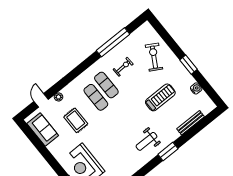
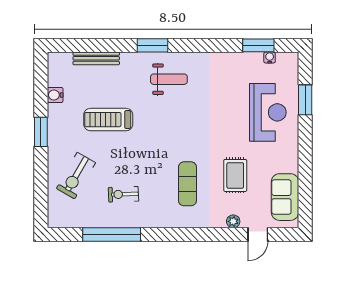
exercise mat: (106, 85) -> (162, 189), removed

